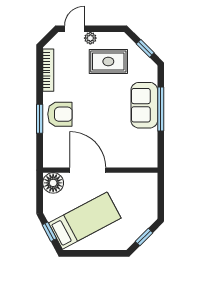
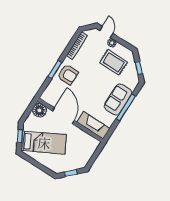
door: (74, 29) -> (106, 32), hinge flipped
fireplace: (134, 158) -> (93, 125), added

